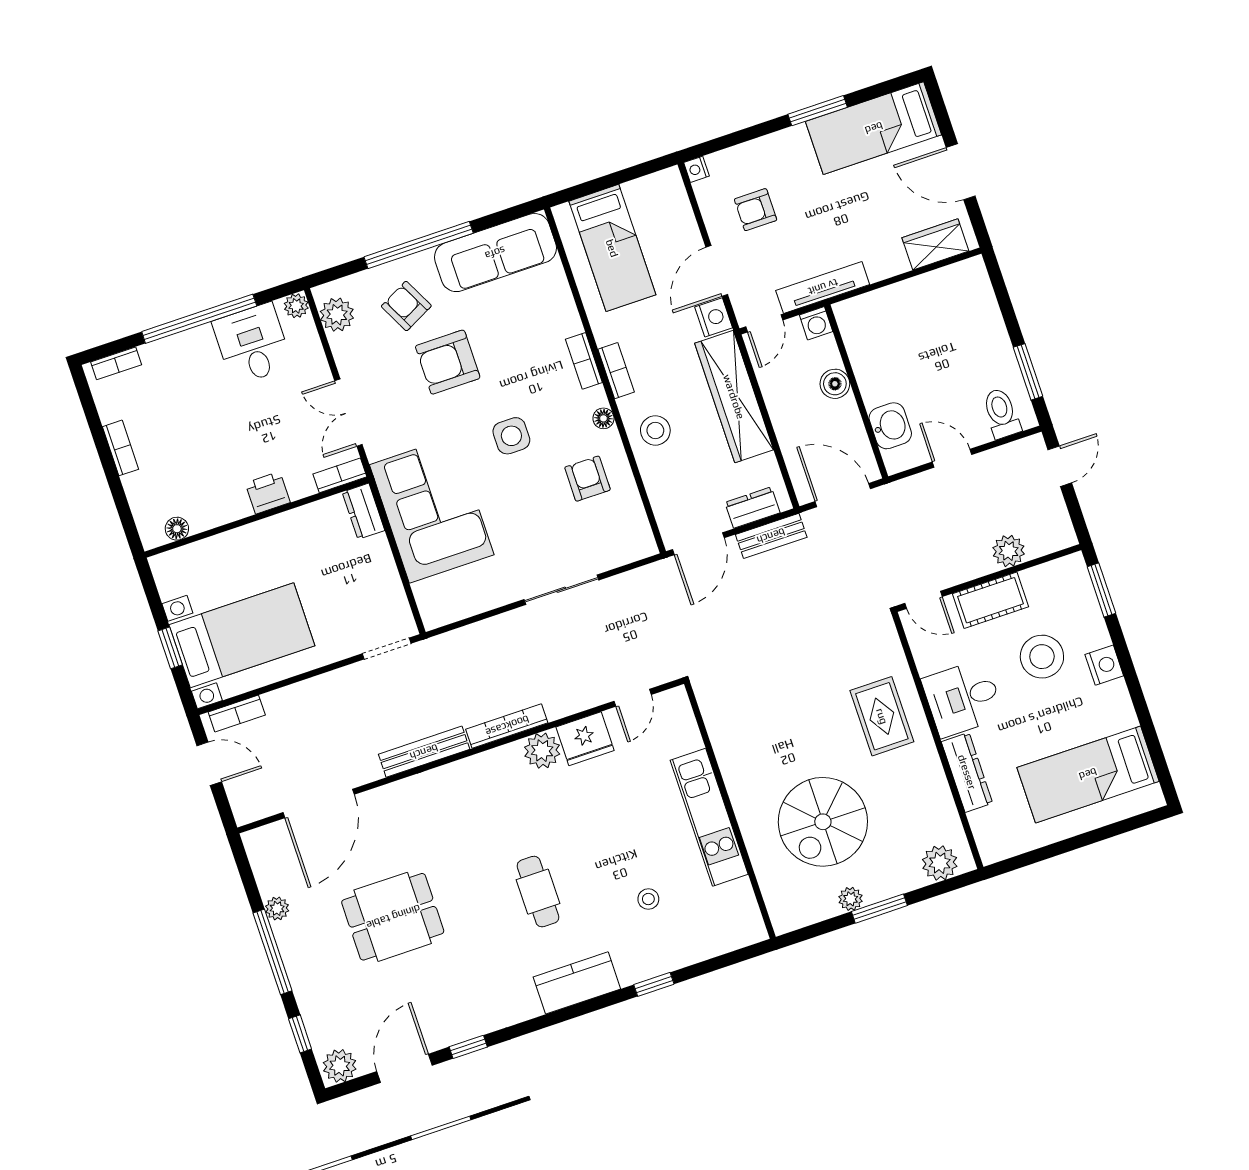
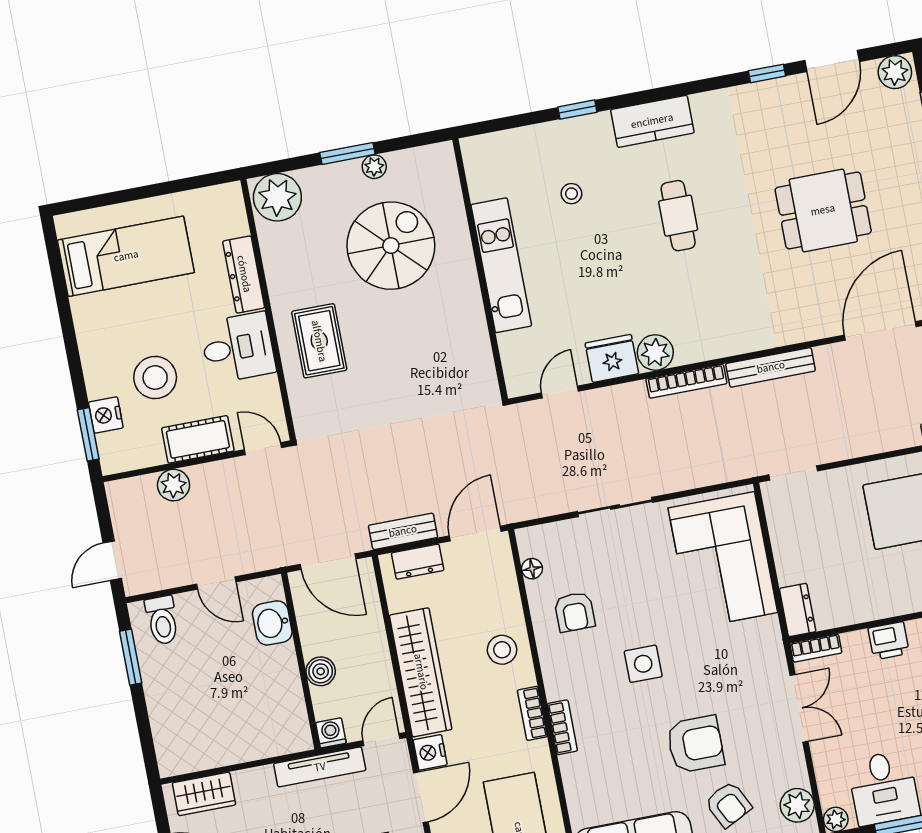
floor lamp: (603, 418) -> (532, 569), moved
corner sofa: (432, 510) -> (723, 560), moved
nightstand: (1104, 665) -> (106, 415), moved
plant: (940, 863) -> (277, 197), width x1.36, depth x1.36

